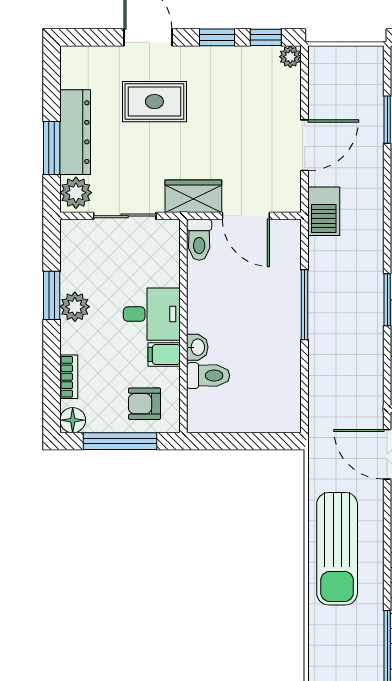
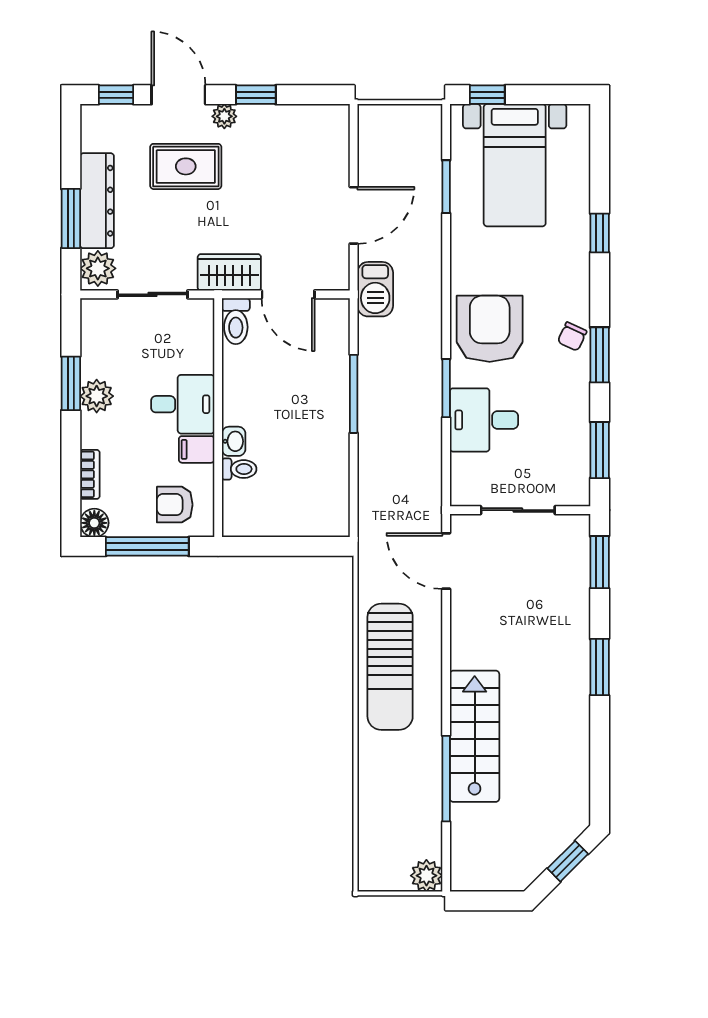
window: (266, 37) -> (116, 95), moved
plant: (290, 57) -> (224, 116), moved
toilet: (208, 376) -> (239, 469), width x0.73, depth x0.72

